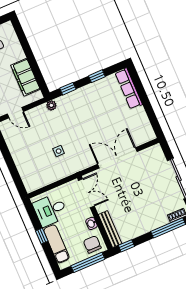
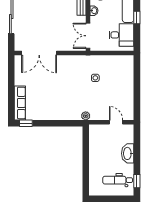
window: (97, 76) -> (26, 123), moved
filing cabinet: (25, 77) -> (96, 146), removed
window: (68, 89) -> (67, 123), removed
double door: (117, 158) -> (39, 53), moved

